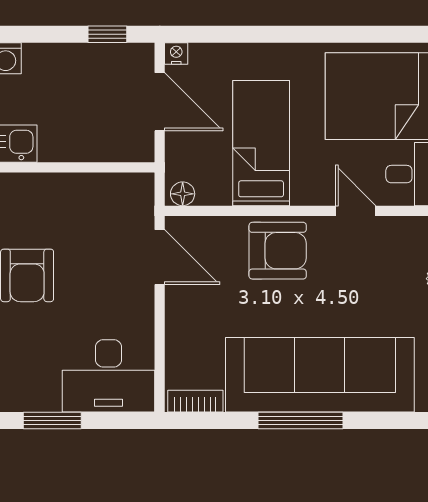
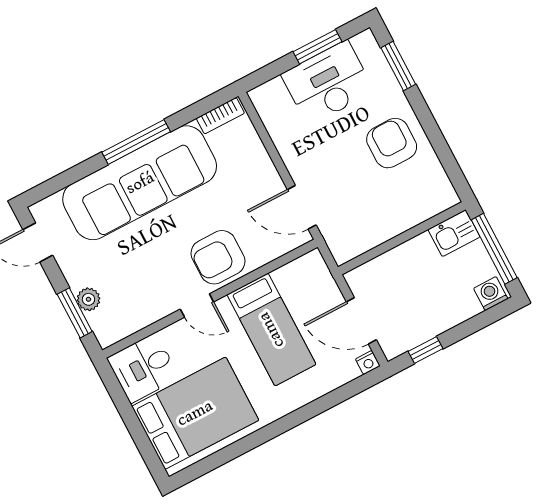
floor lamp: (183, 194) -> (309, 262), removed
door: (356, 211) -> (197, 306), moved
desk: (109, 376) -> (328, 83), moved

